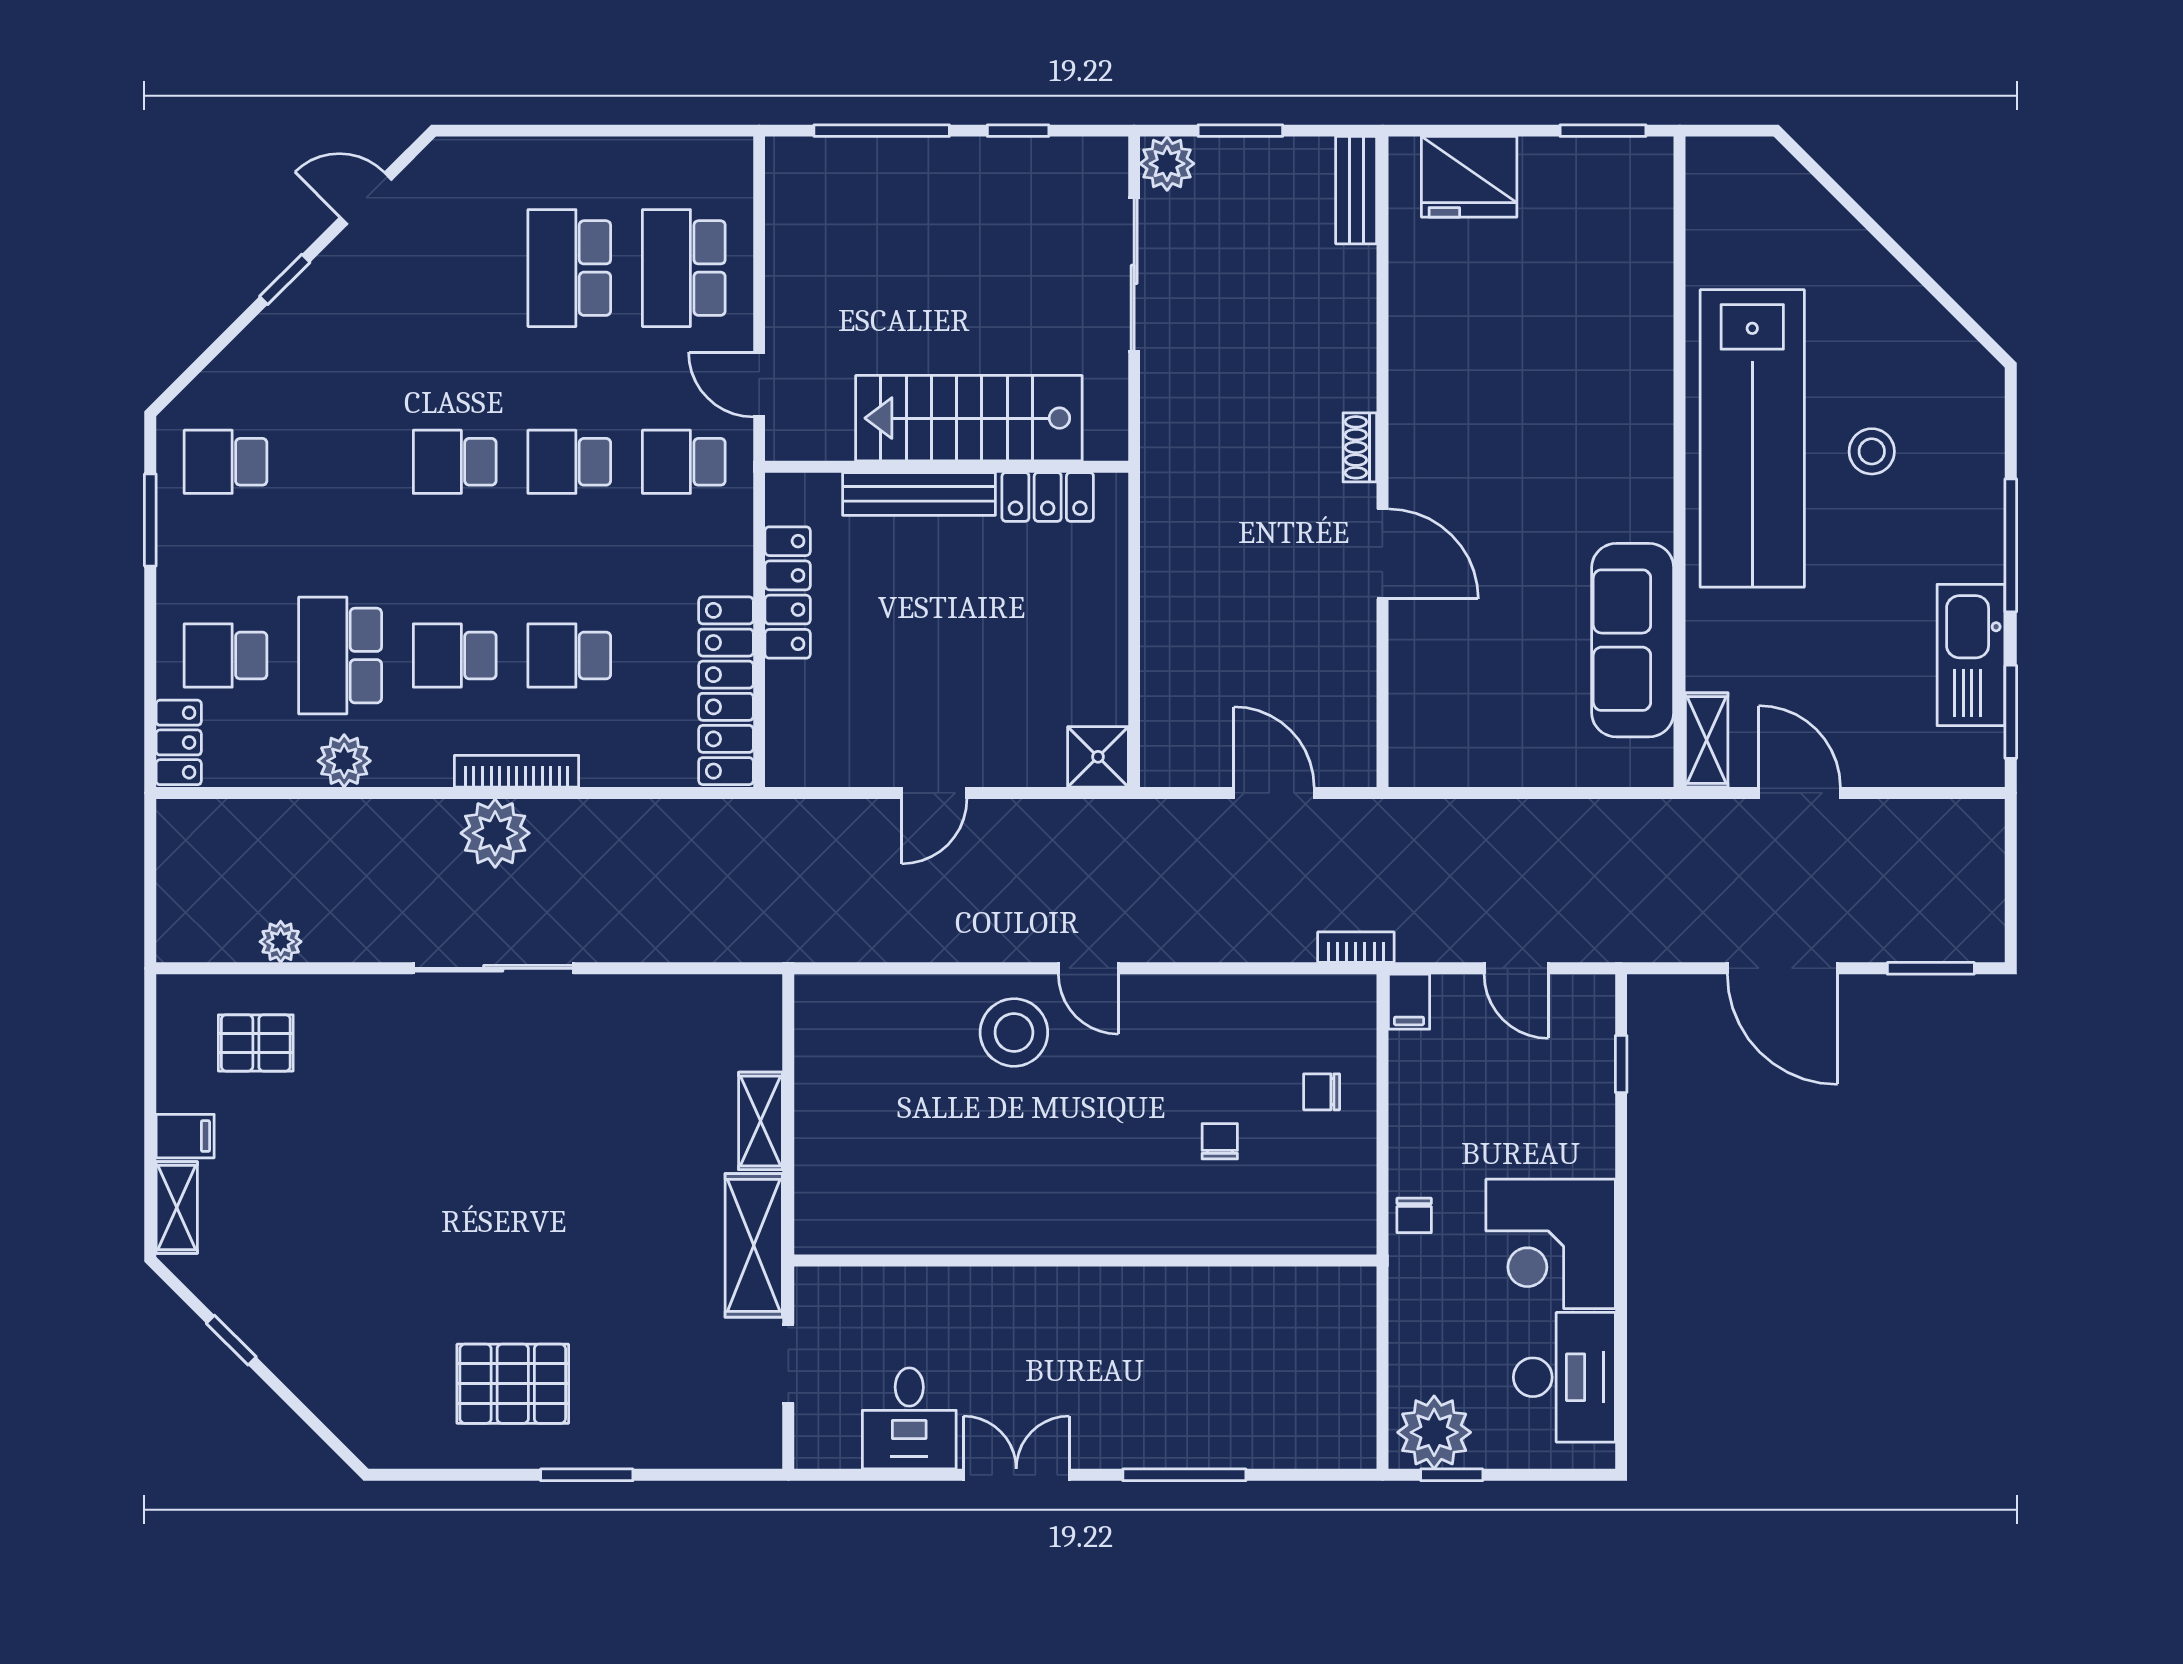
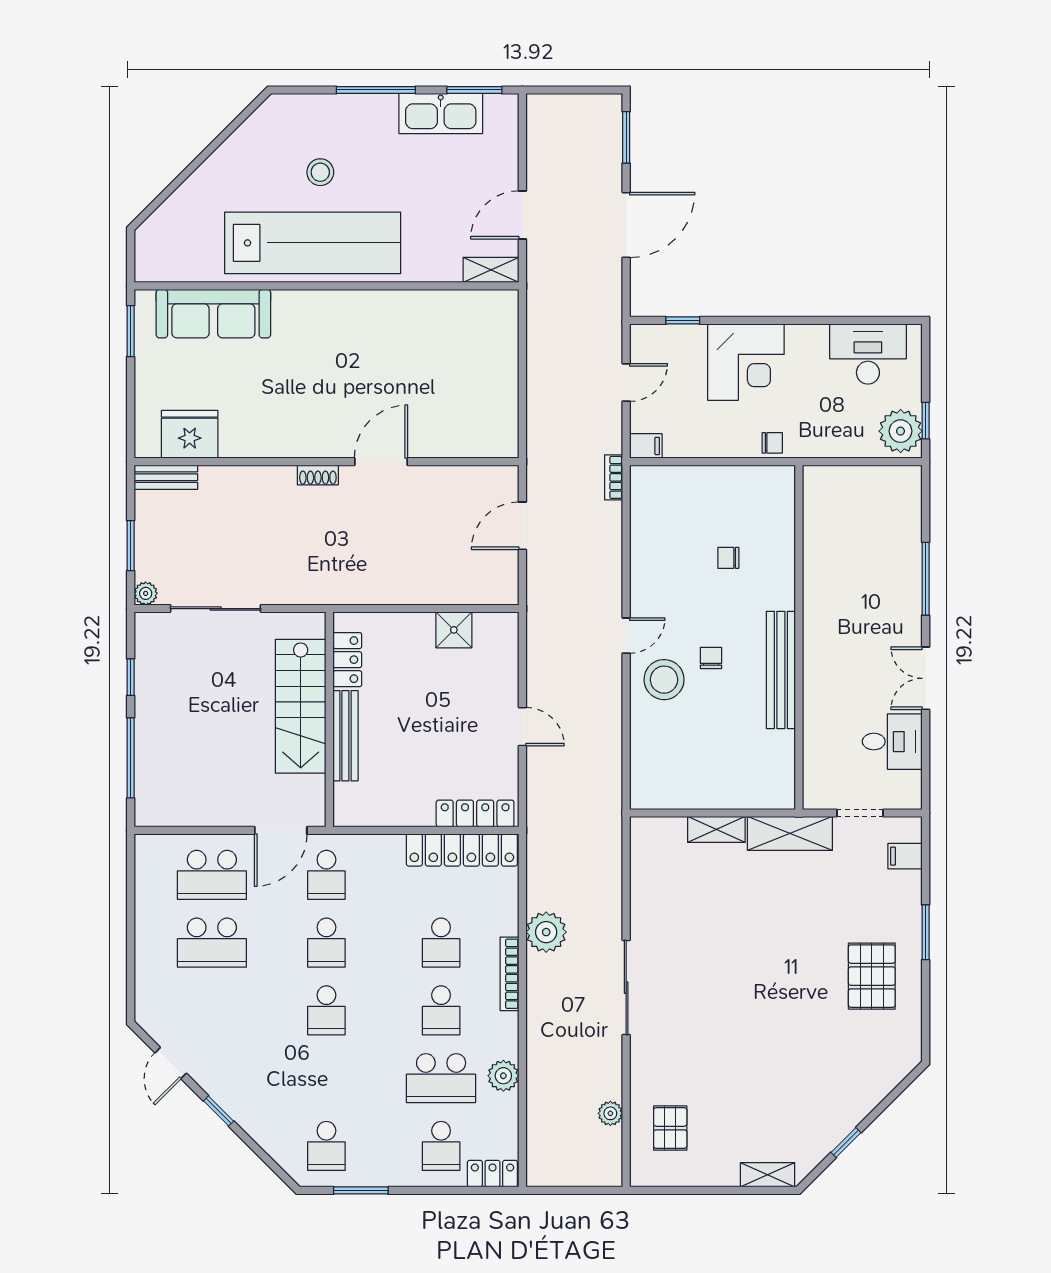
plant: (1167, 164) -> (146, 593), width x0.73, depth x0.73
fridge: (1469, 177) -> (190, 434), moved, turned -90
door: (759, 385) -> (281, 830), width x1.38
locker: (788, 592) -> (475, 813), moved
sofa: (1633, 640) -> (213, 314), moved
shower: (1098, 757) -> (454, 630), moved
plant: (495, 833) -> (546, 932), moved
chair: (1322, 1092) -> (711, 658), moved, turned 180
filing cabinet: (185, 1136) -> (905, 856), moved, turned -90
bench: (1030, 1230) -> (781, 670), added
corner desk: (1551, 1244) -> (746, 362), moved

